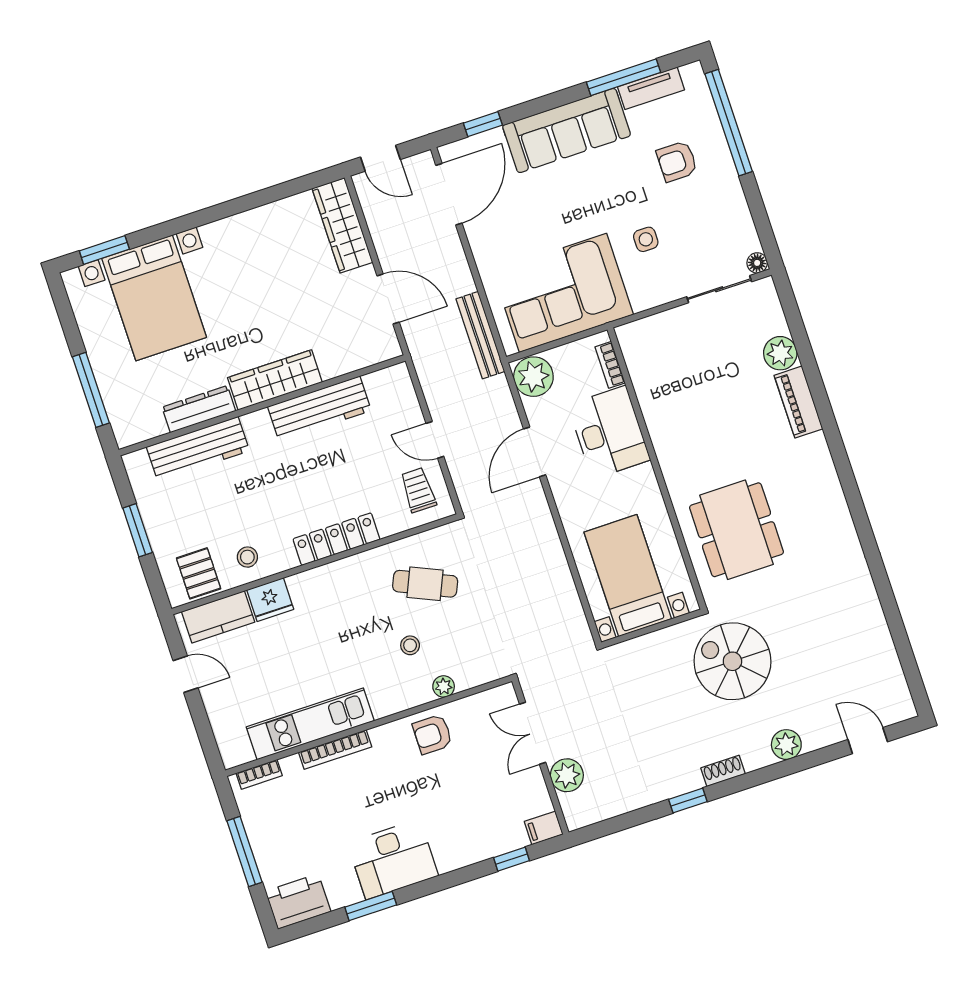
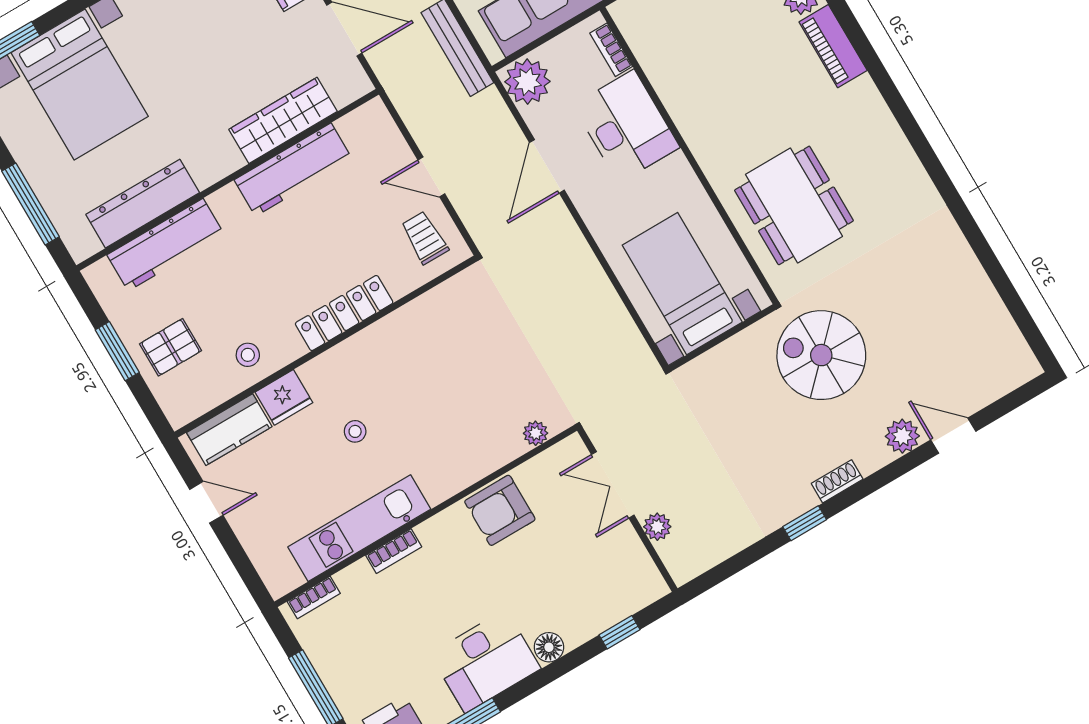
wardrobe: (275, 380) -> (283, 120), moved
dresser: (199, 409) -> (143, 204), width x1.37, depth x1.24
pallet: (199, 573) -> (171, 347), moved, turned 90
cafe table: (425, 584) -> (455, 342), removed
stool: (410, 645) -> (355, 431), moved
plant: (444, 686) -> (536, 433), moved
armchair: (432, 734) -> (500, 510), width x1.38, depth x1.38
door: (868, 741) -> (953, 436), moved
bookcase: (335, 750) -> (394, 551), width x0.64
plant: (567, 775) -> (657, 527), width x0.73, depth x0.73
filing cabinet: (544, 828) -> (648, 589), removed
floor lamp: (449, 859) -> (549, 647), added

